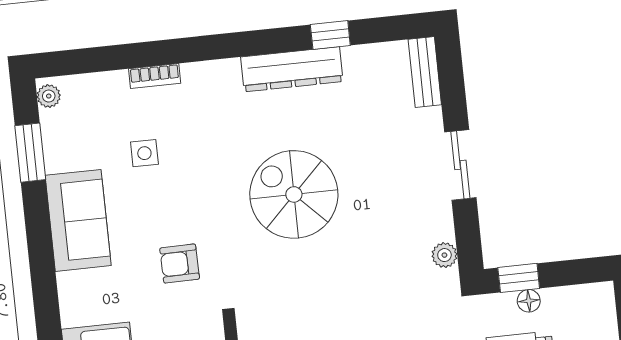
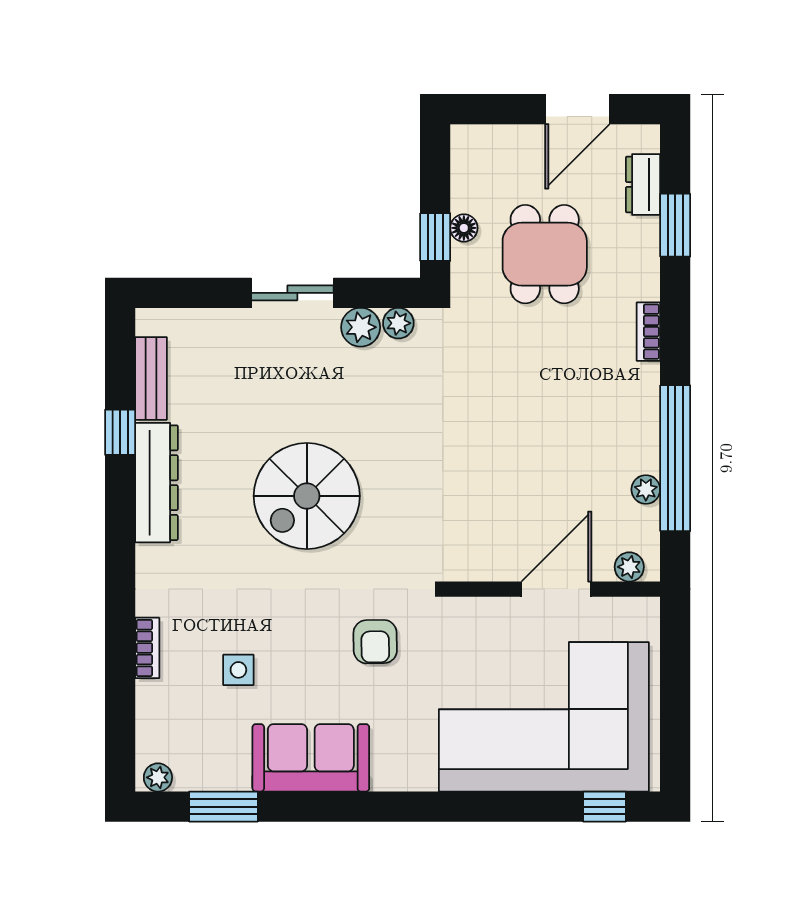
bench: (425, 72) -> (151, 378), moved, turned 90
plant: (438, 224) -> (361, 327), added

